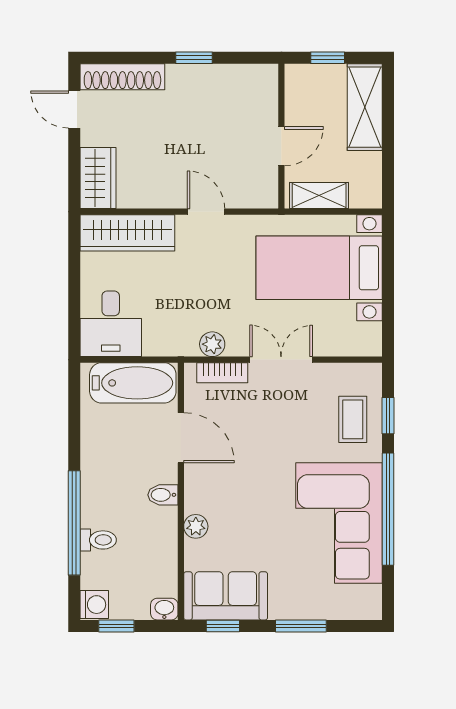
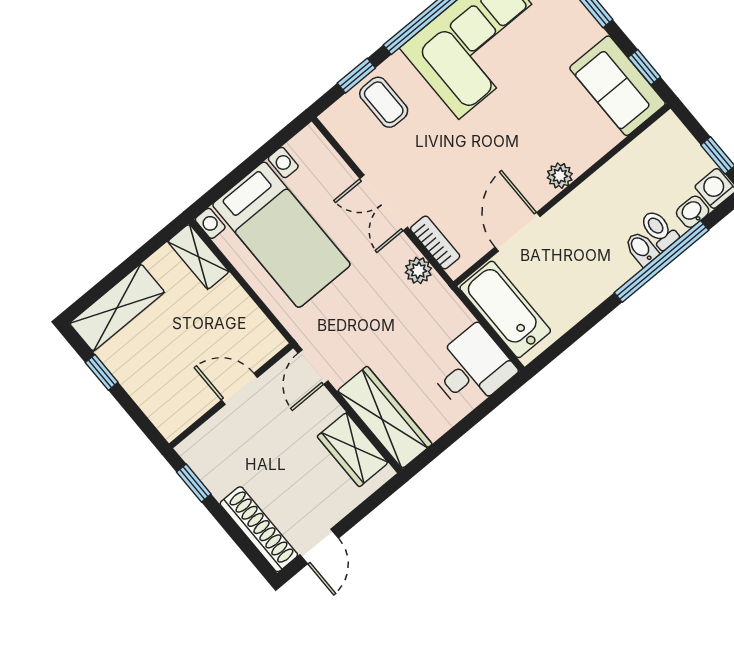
wall: (281, 136) -> (231, 396), moved
door: (281, 146) -> (239, 389), moved
wardrobe: (98, 178) -> (353, 450), moved, turned -90
shelving: (319, 195) -> (198, 257), moved
coffee table: (353, 419) -> (384, 102), turned 90
bidet: (163, 495) -> (642, 249), moved, turned 180
plant: (196, 526) -> (560, 176), moved
washbasin: (164, 609) -> (693, 212), moved, turned 90

